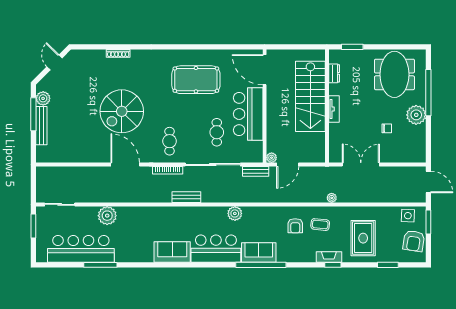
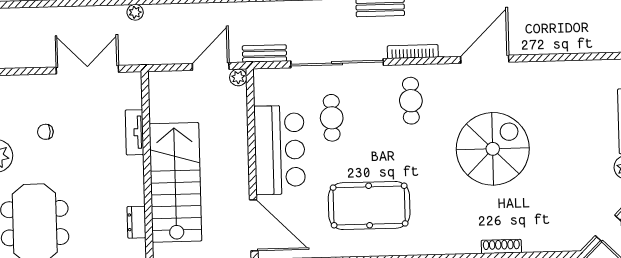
tv unit: (334, 109) -> (134, 132), moved
door: (125, 165) -> (485, 59), swing flipped
double door: (361, 165) -> (87, 70), swing flipped

